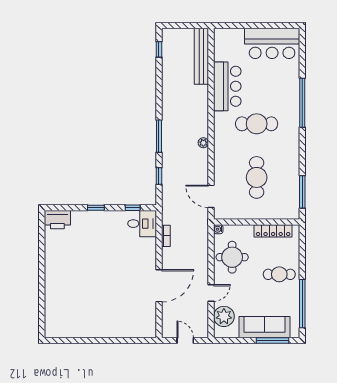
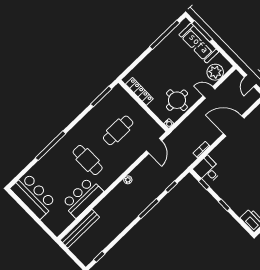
cafe table: (279, 274) -> (161, 64), removed

